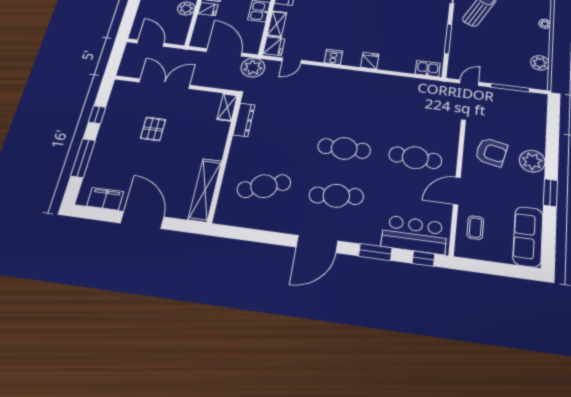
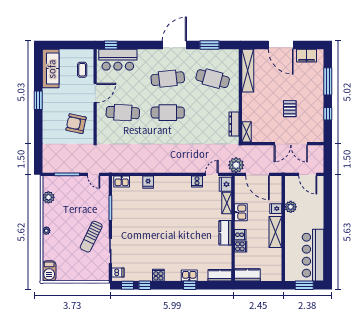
cooker: (333, 57) -> (197, 182), moved
fridge: (370, 61) -> (148, 182), moved
door: (469, 83) -> (94, 174), hinge flipped
plant: (532, 161) -> (50, 121), removed
cafe table: (264, 186) -> (213, 79), turned 36
window: (375, 252) -> (210, 45), moved

